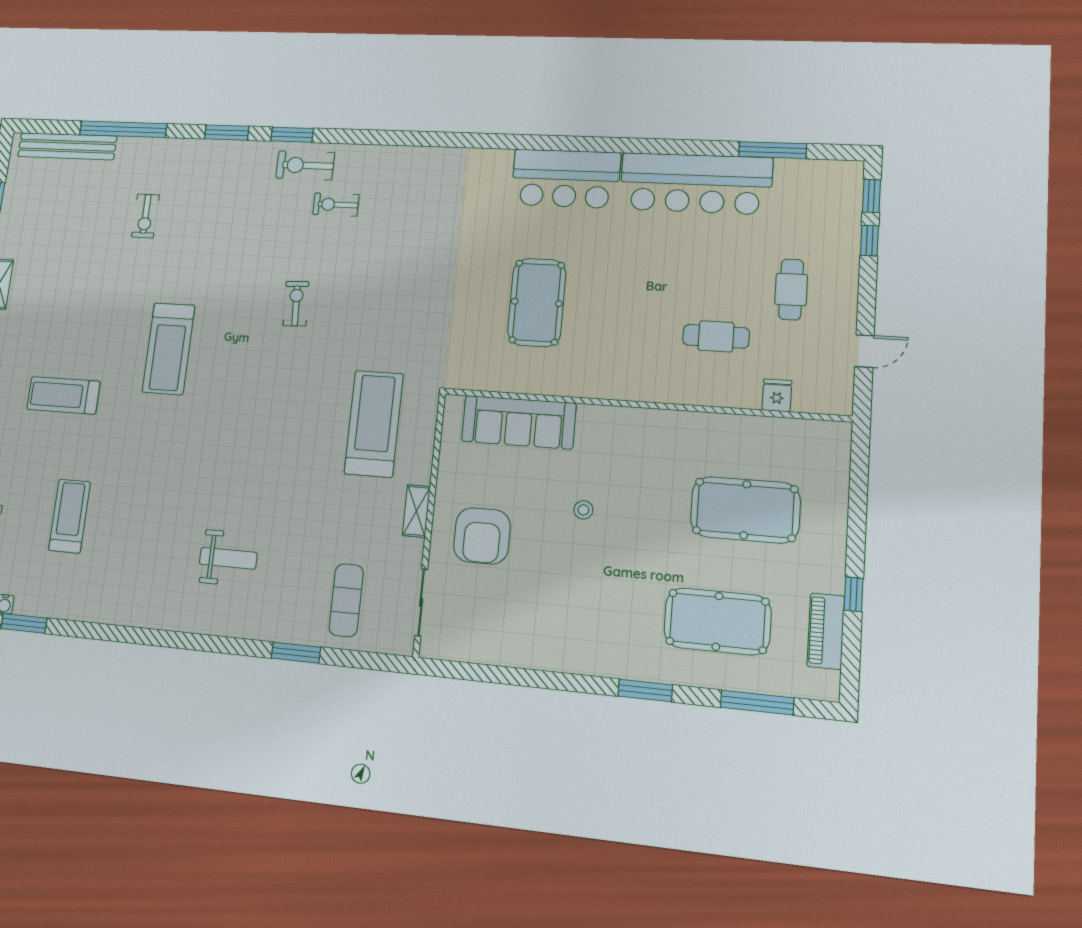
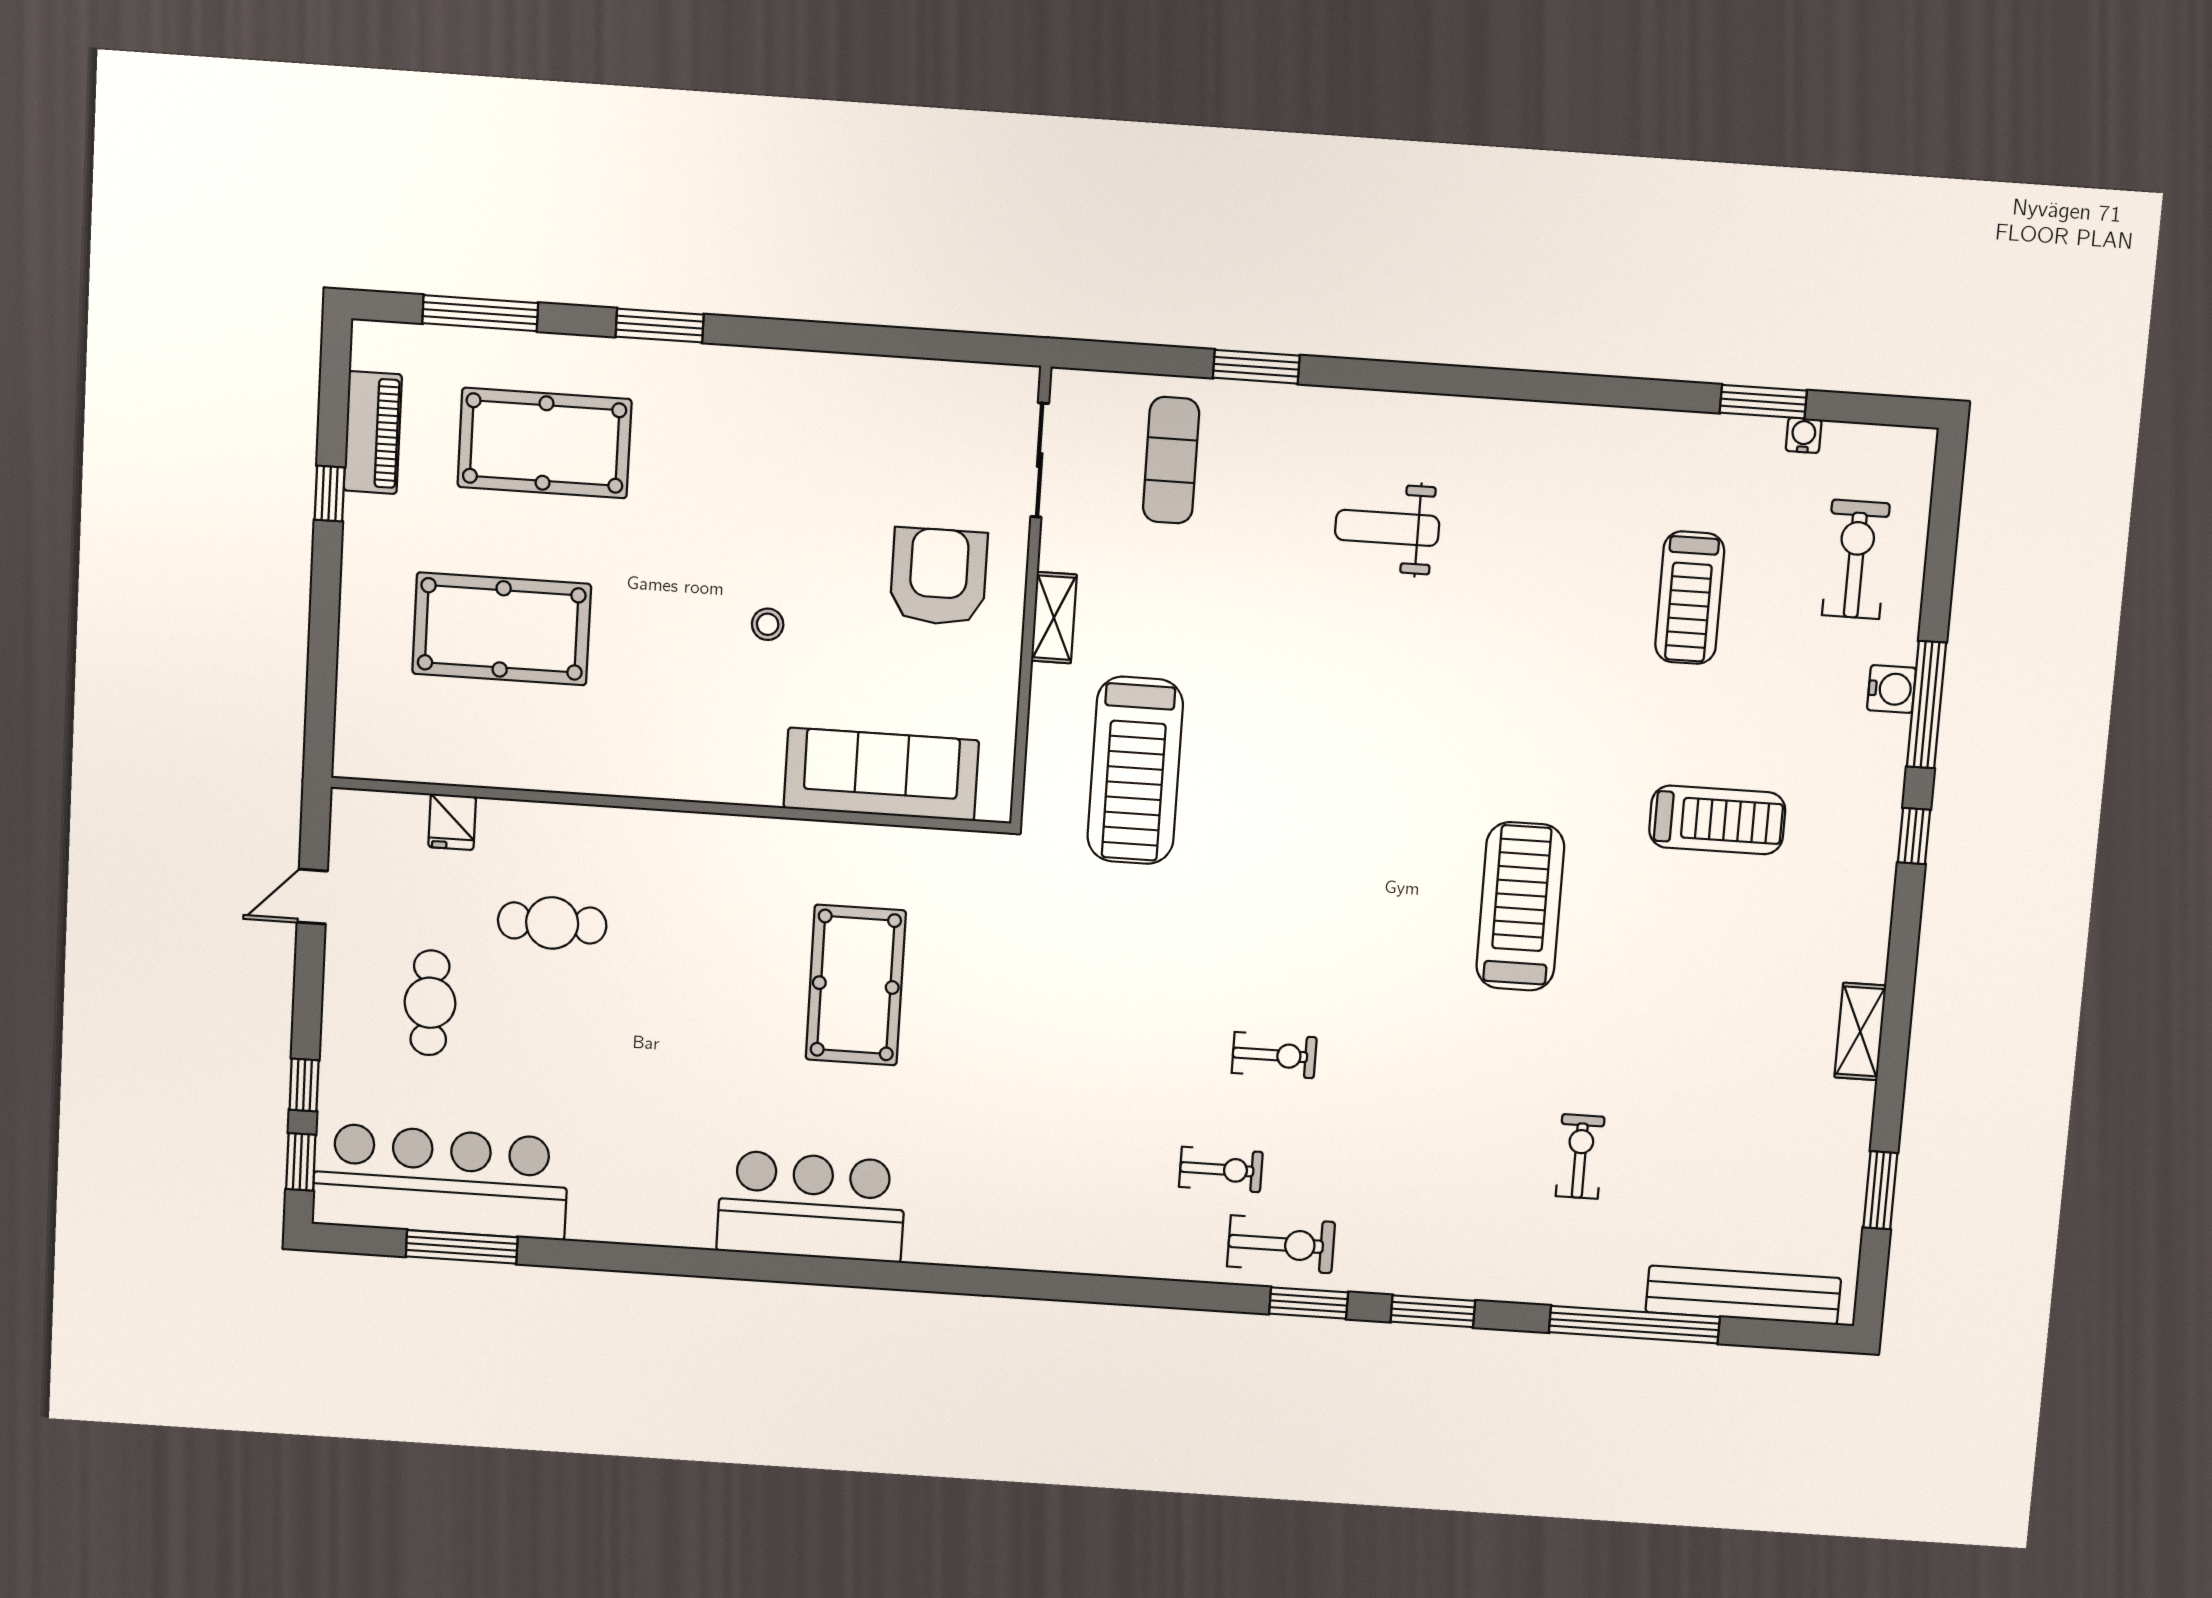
bar counter: (696, 184) -> (440, 1181), moved
exercise bike: (296, 304) -> (1274, 1055), moved, turned -87

